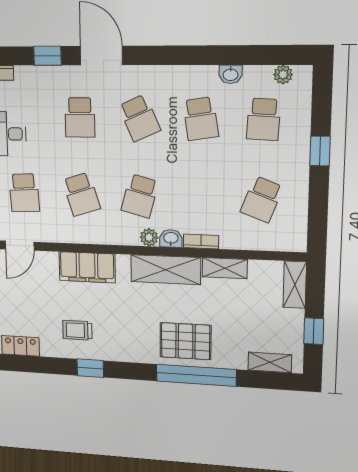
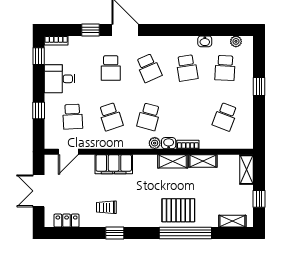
shelving: (166, 270) -> (173, 161), width x0.67, depth x0.75

